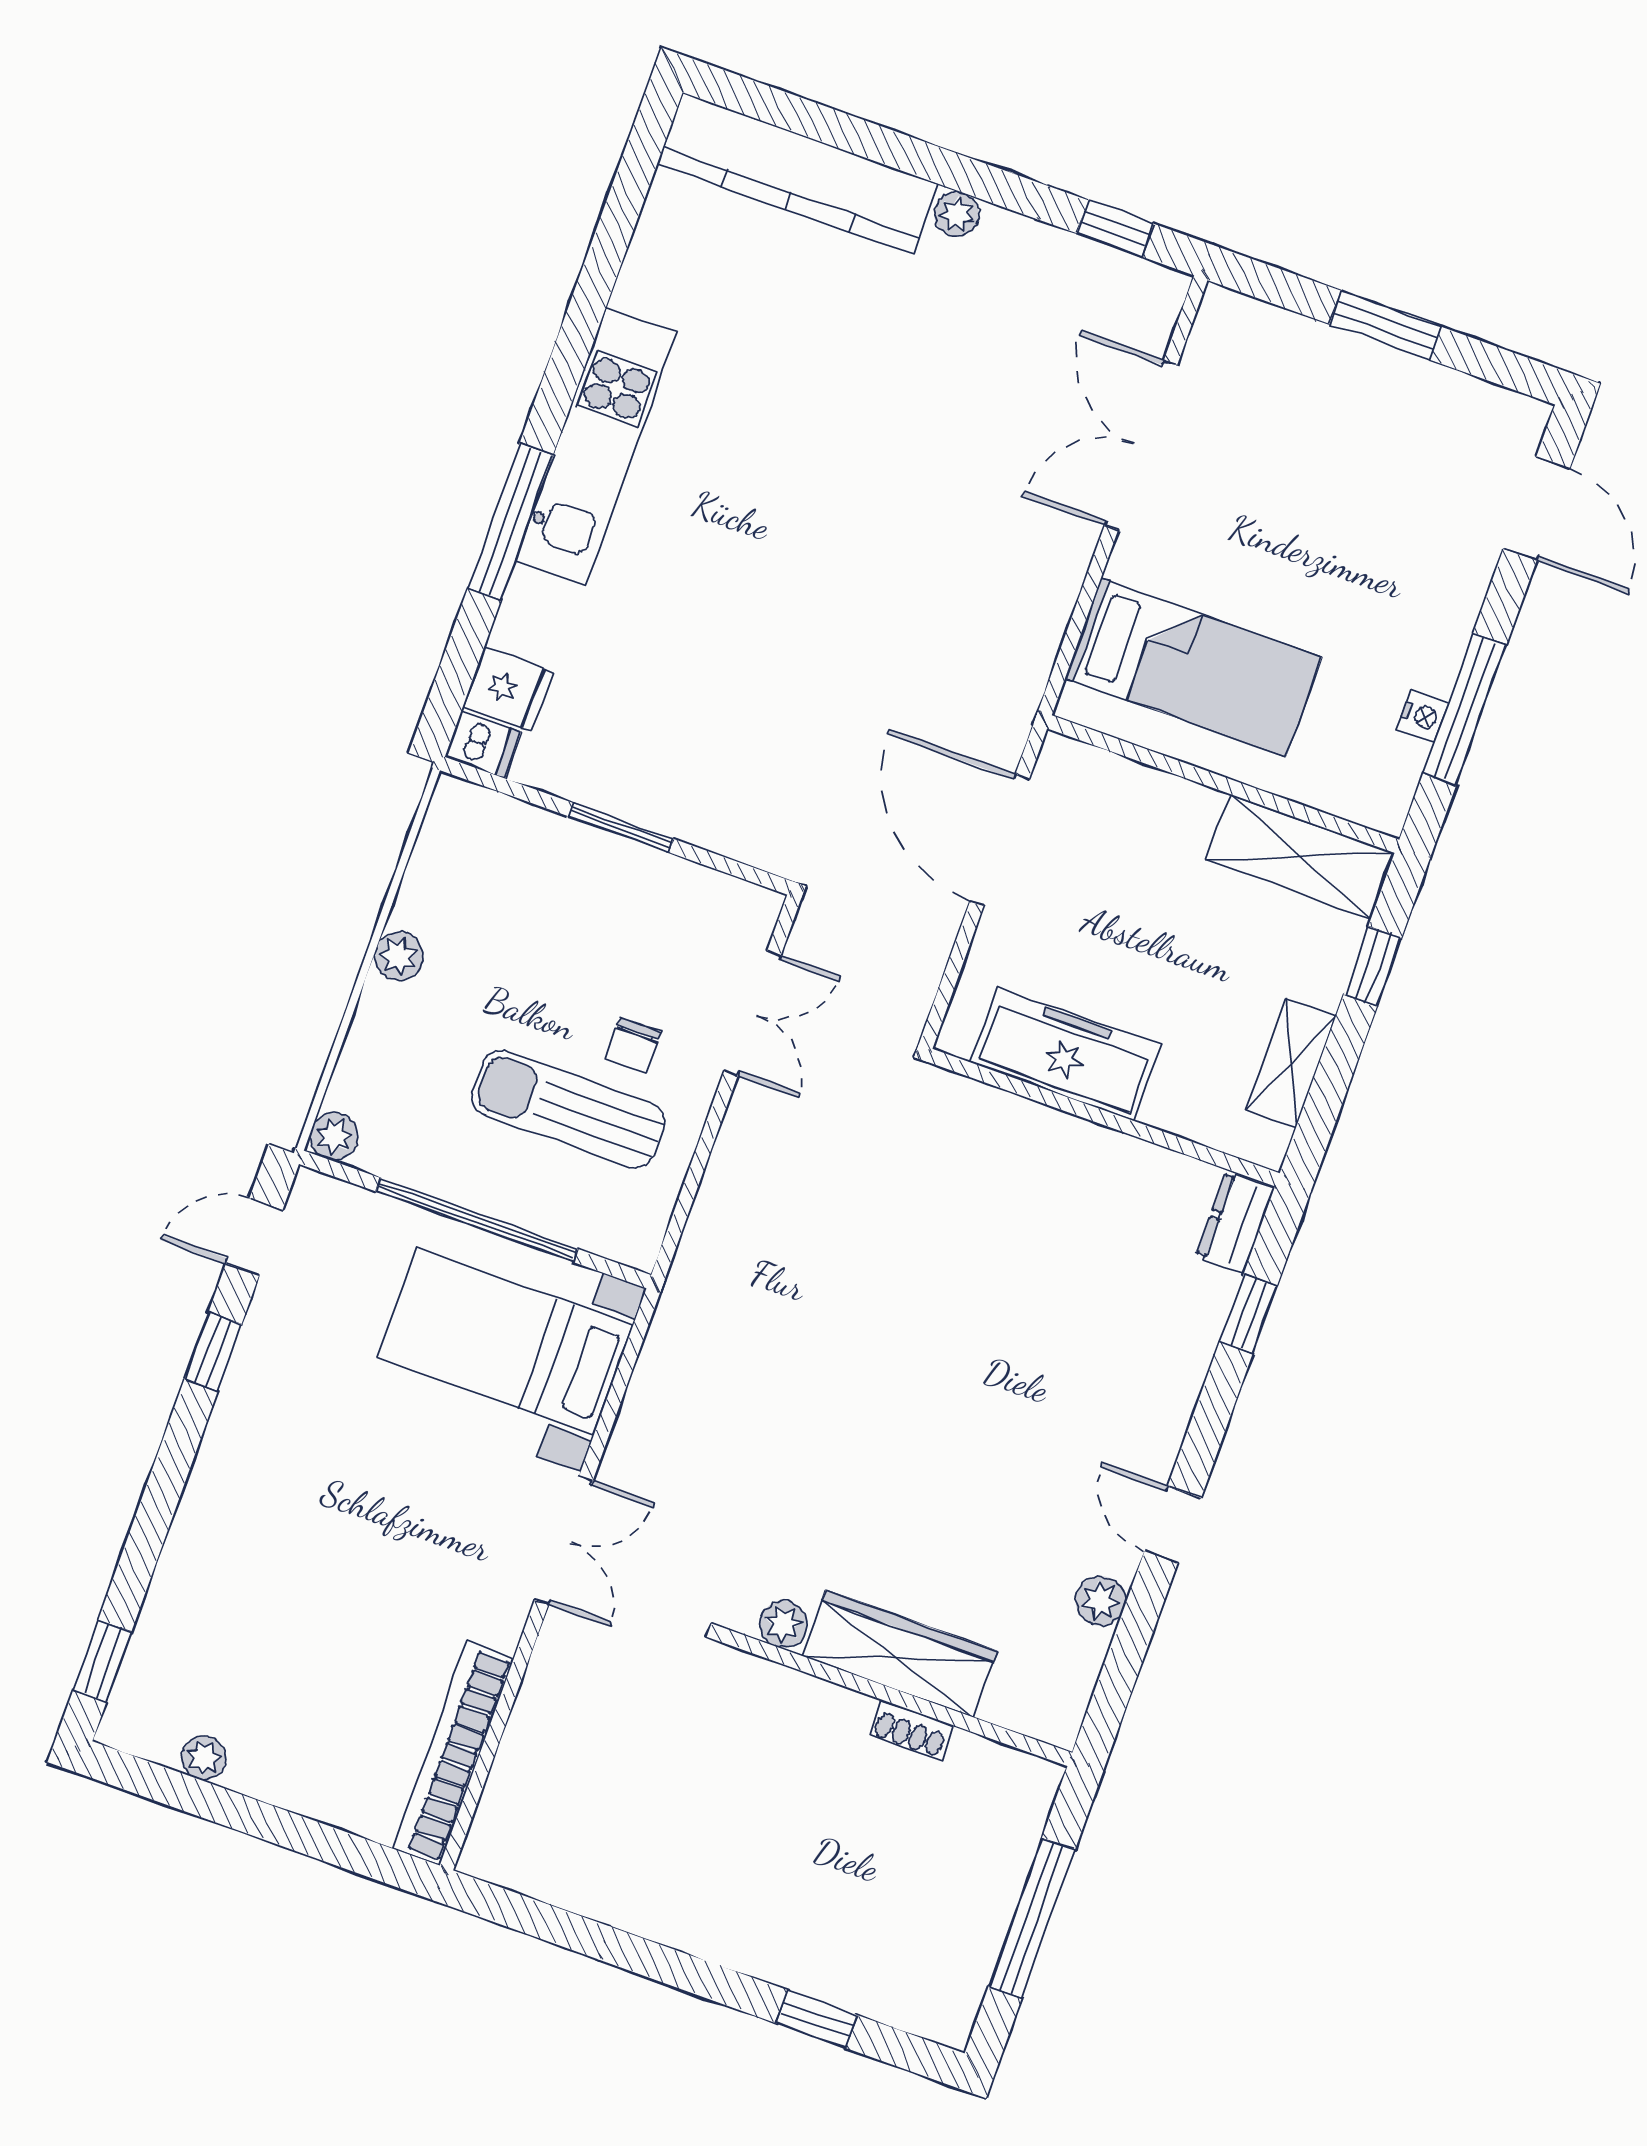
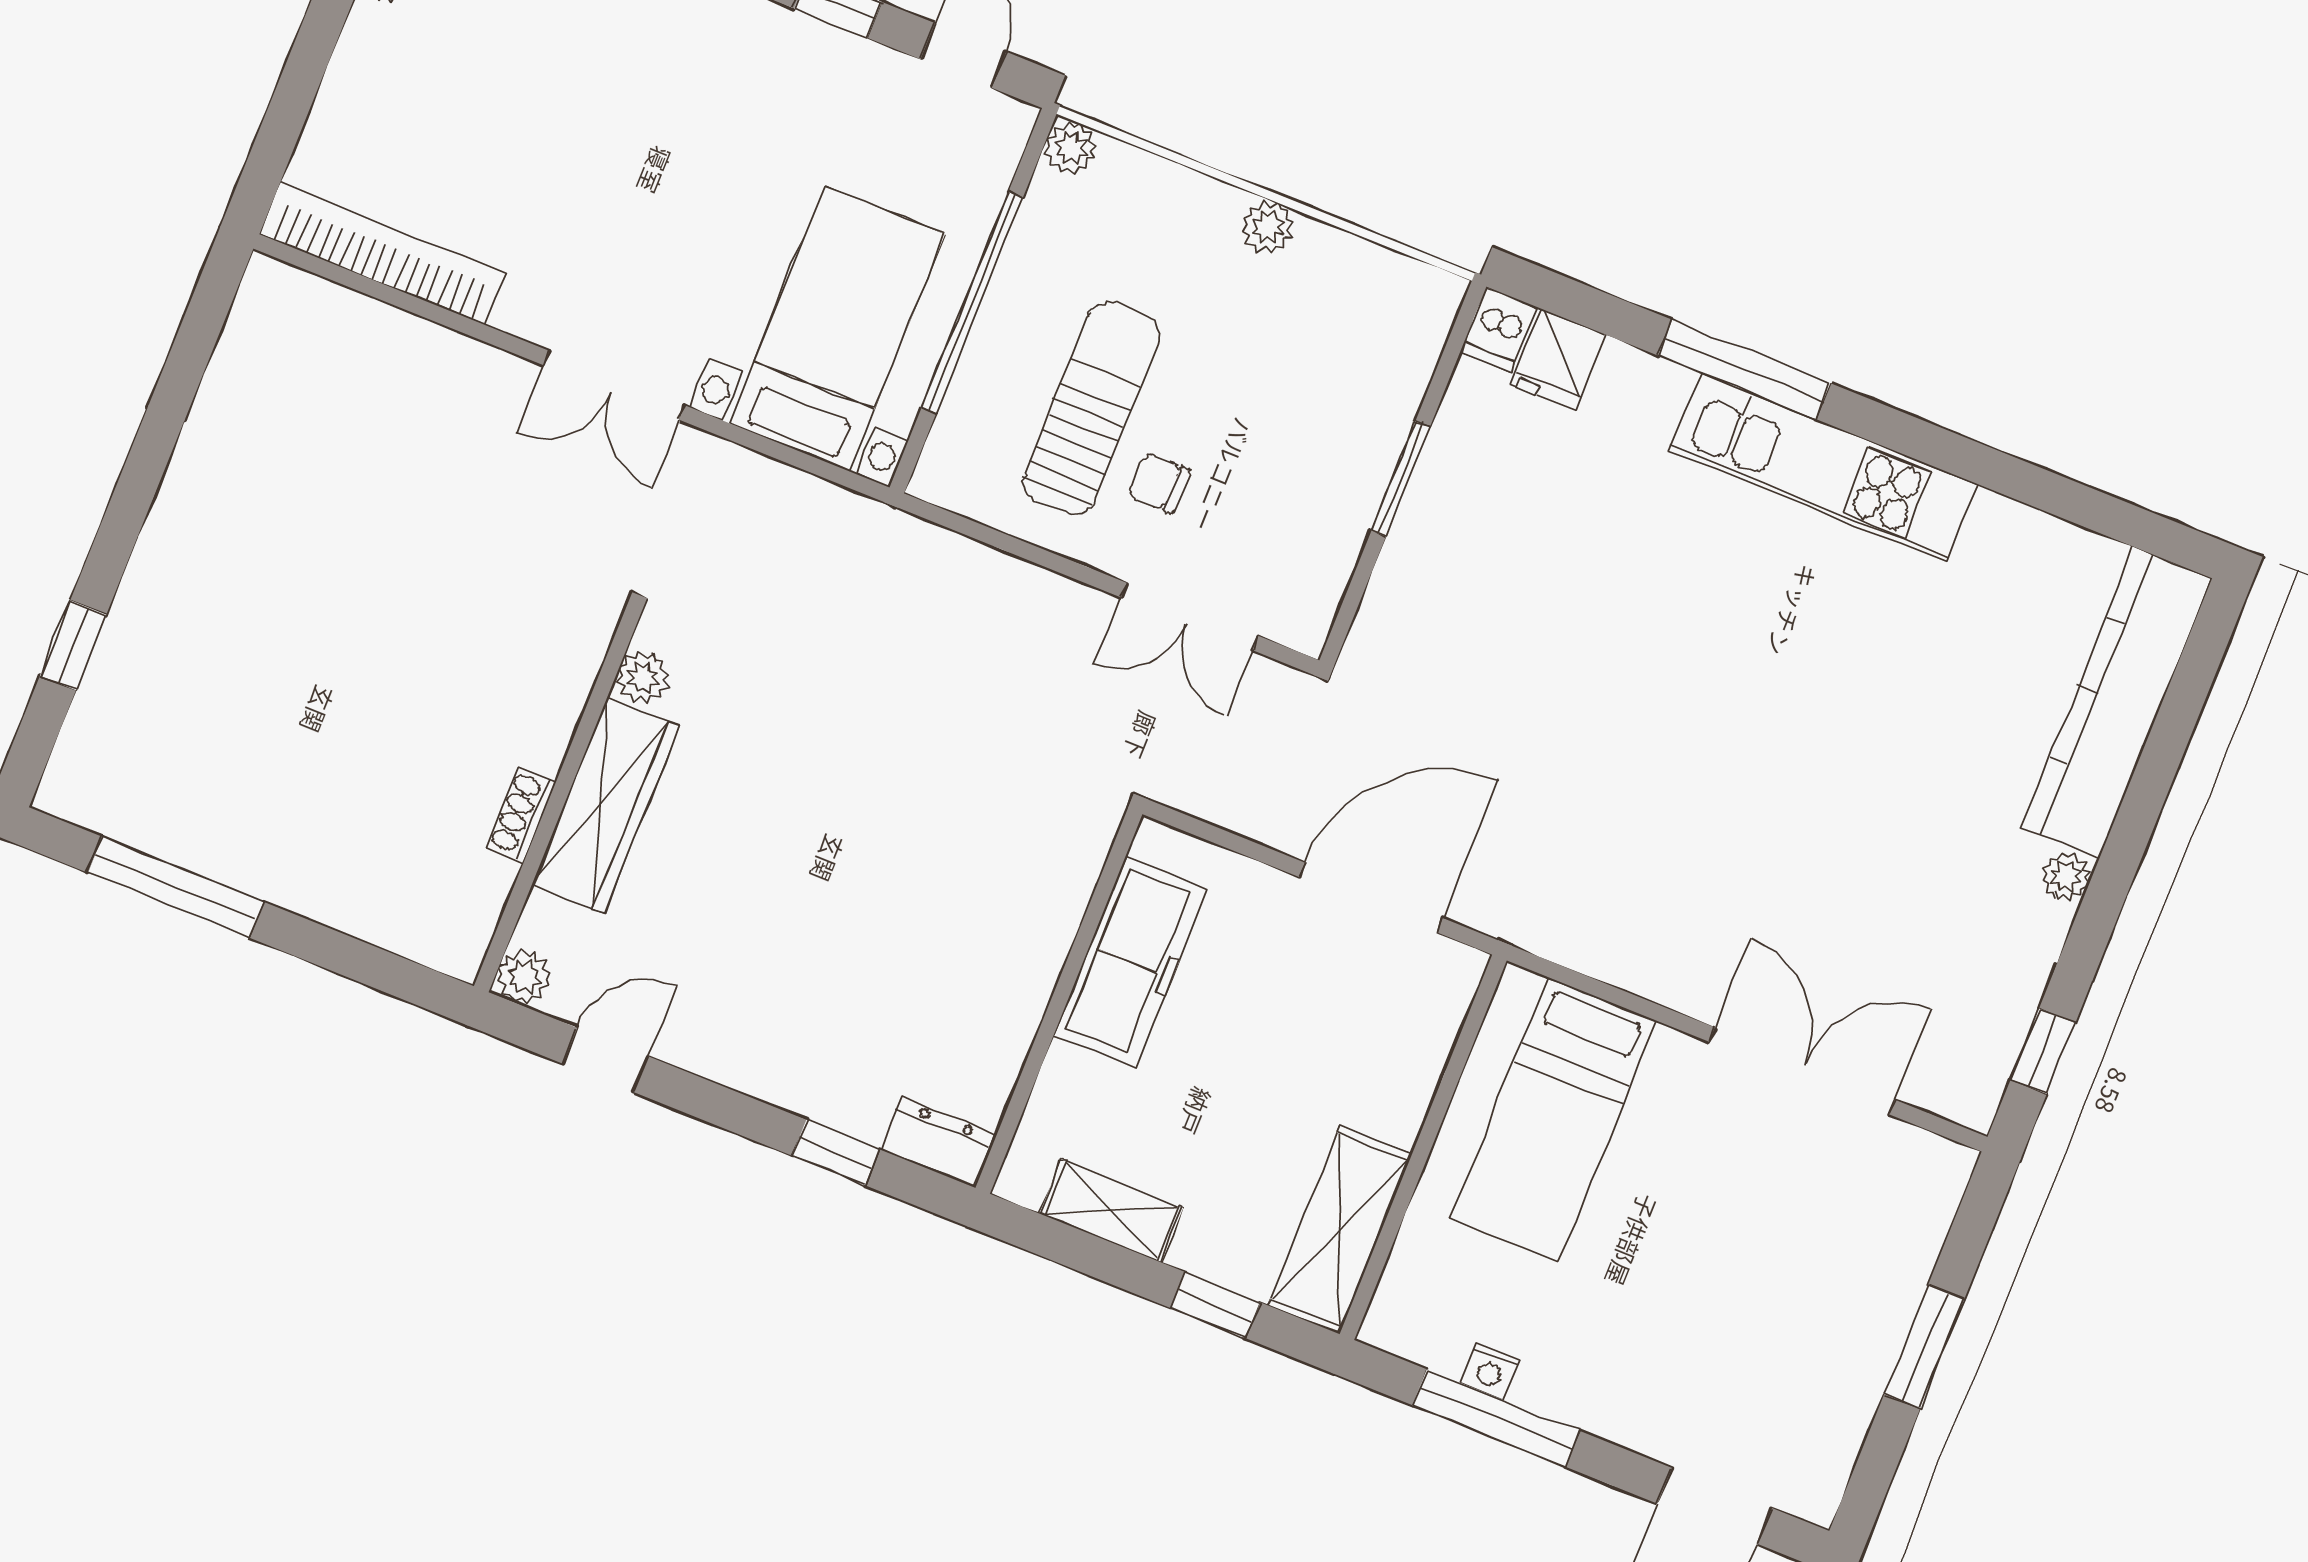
plant: (783, 1624) -> (643, 678), moved
wardrobe: (900, 1654) -> (606, 805), moved
wall: (896, 1697) -> (558, 799), moved
shoe rack: (911, 1730) -> (521, 815), moved

